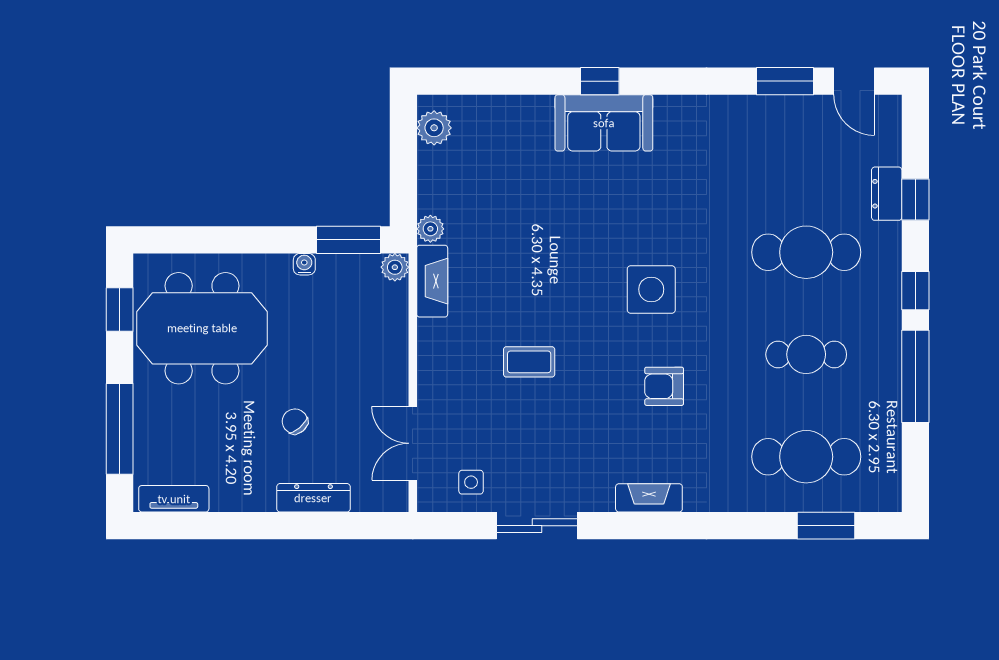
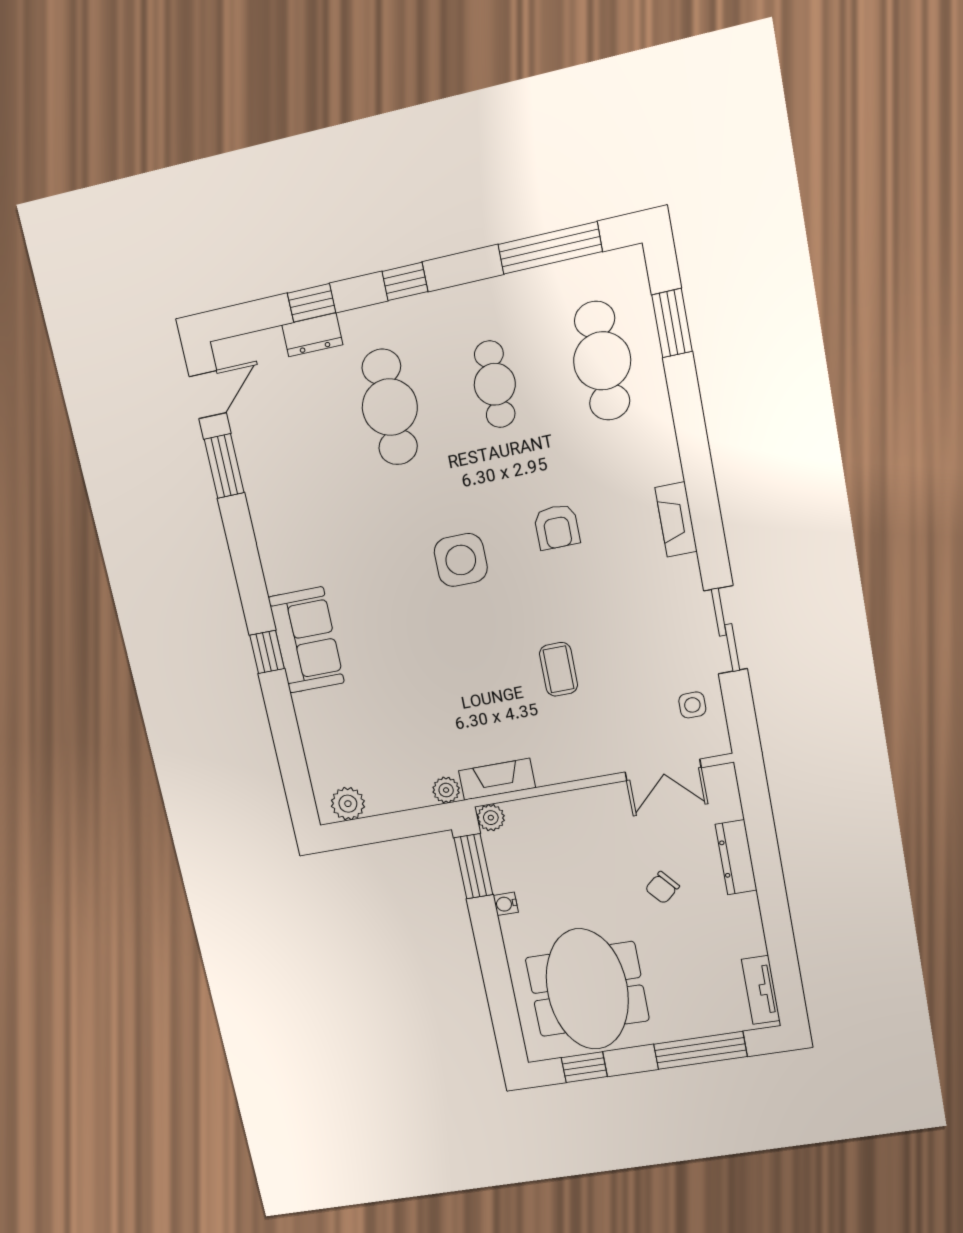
window: (915, 376) -> (550, 248), moved

